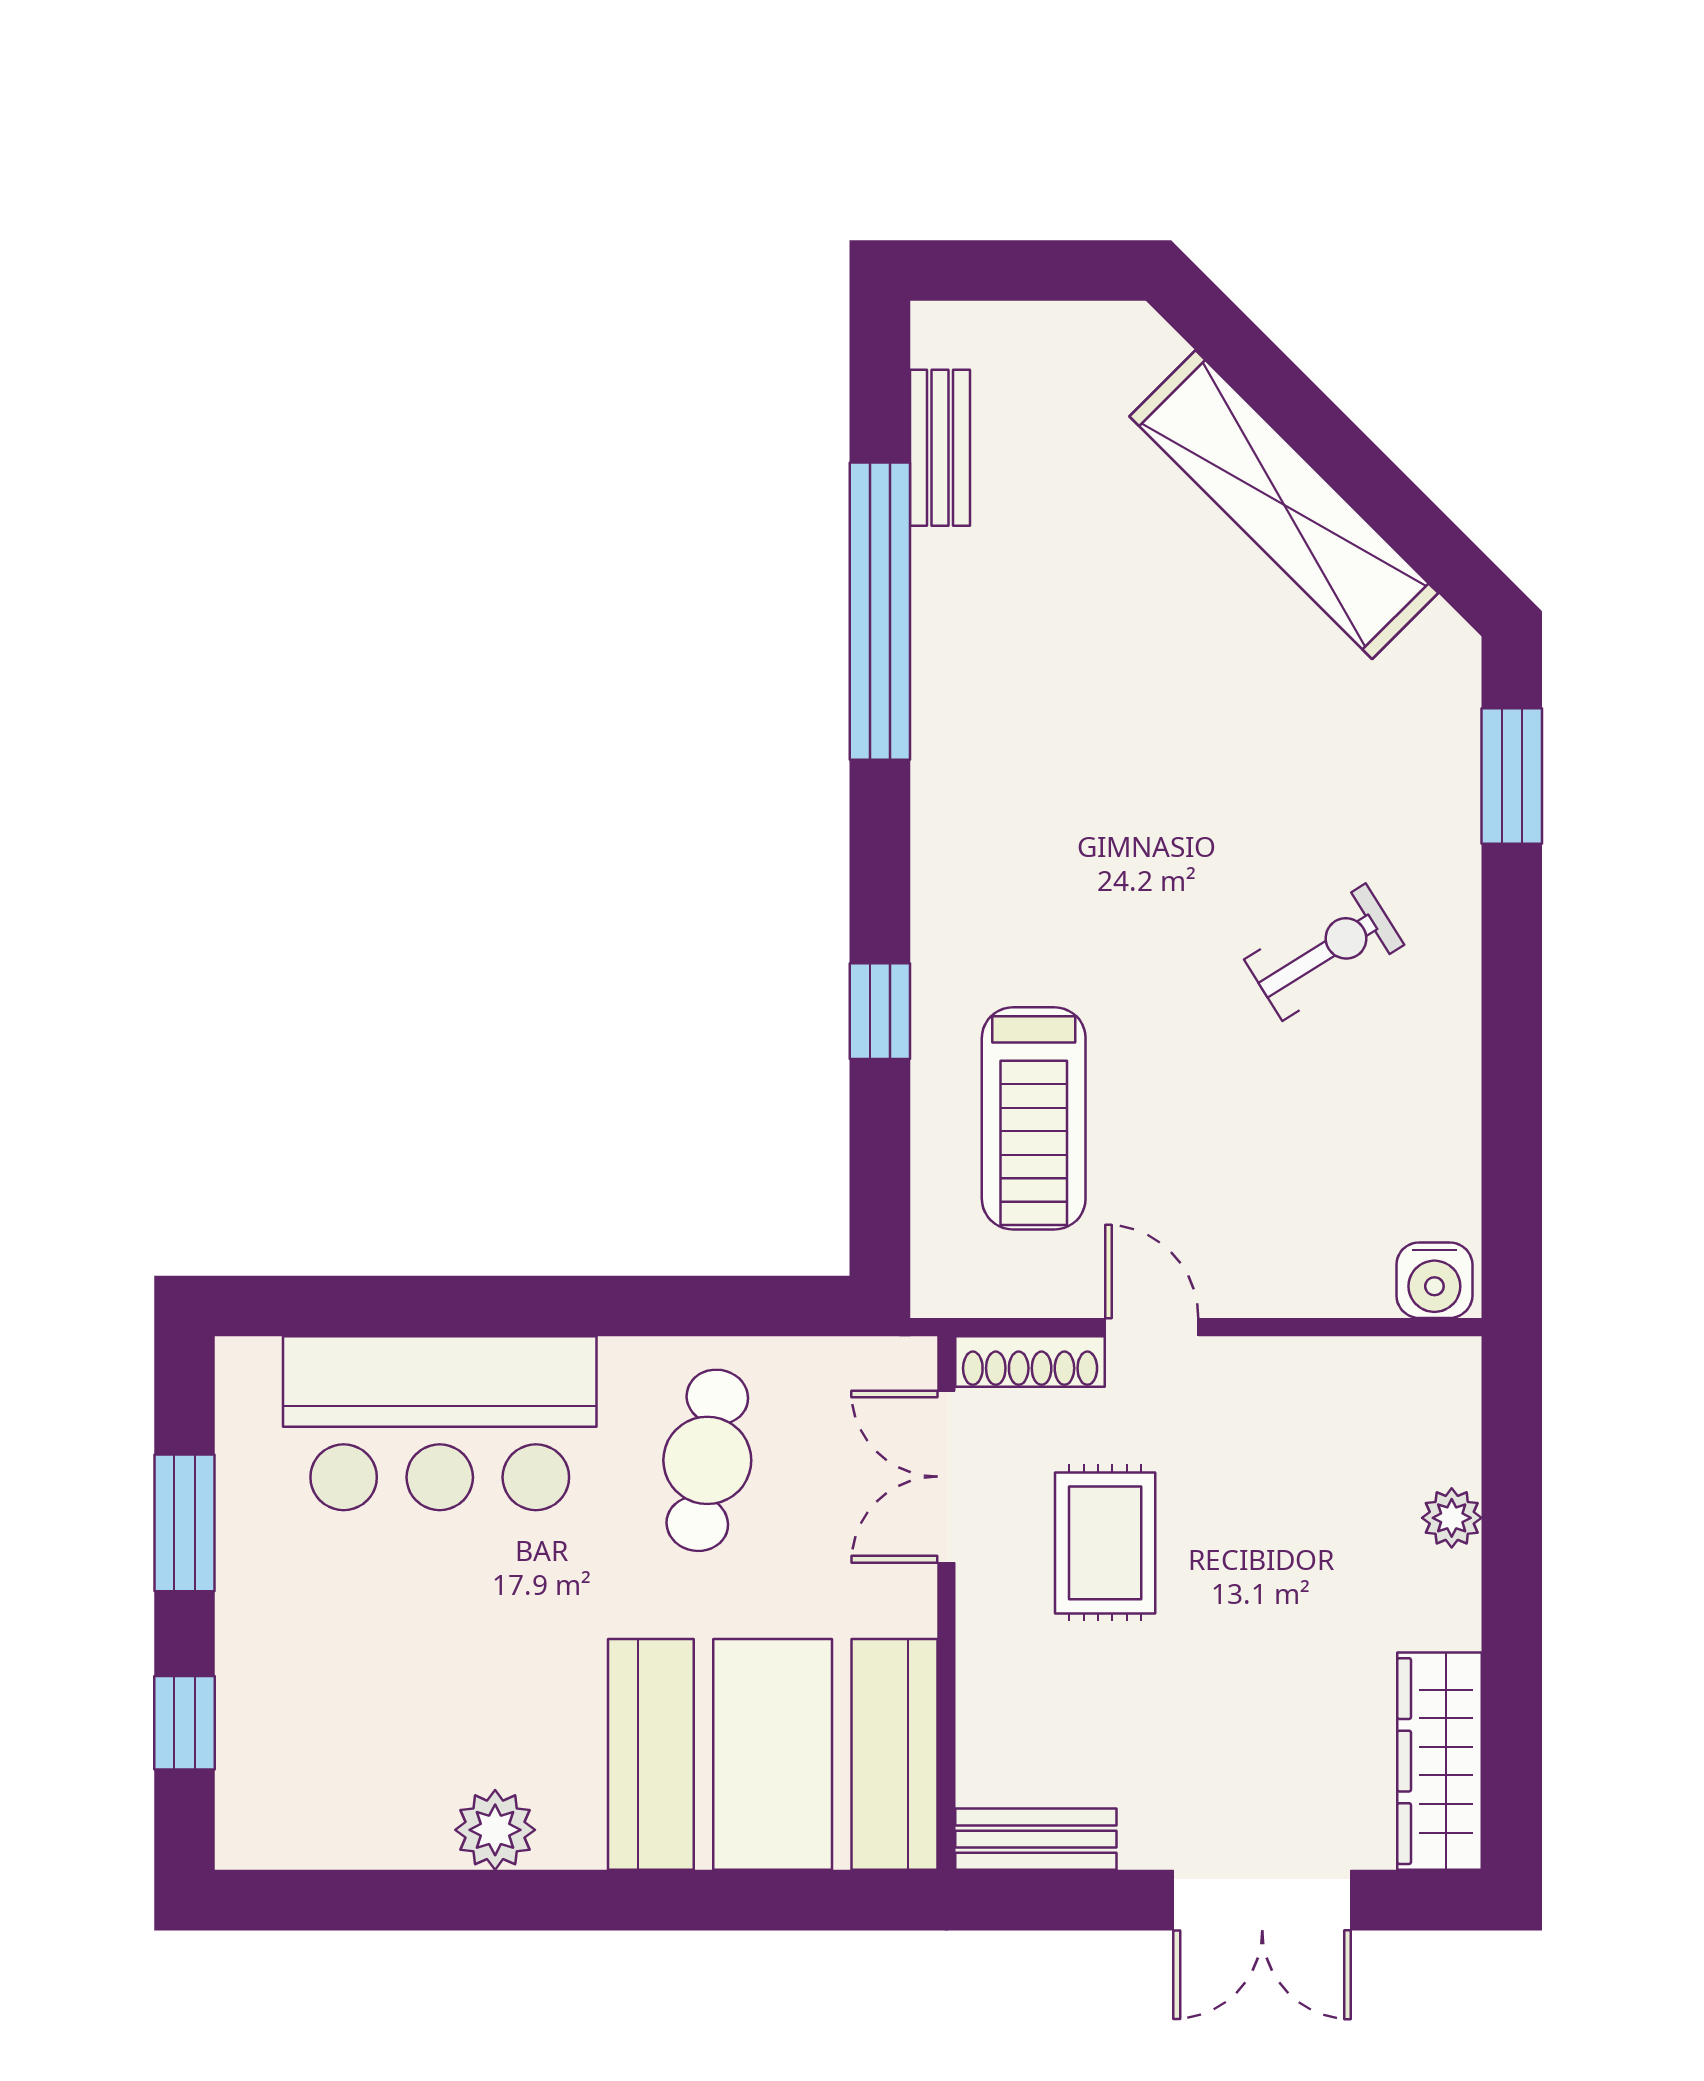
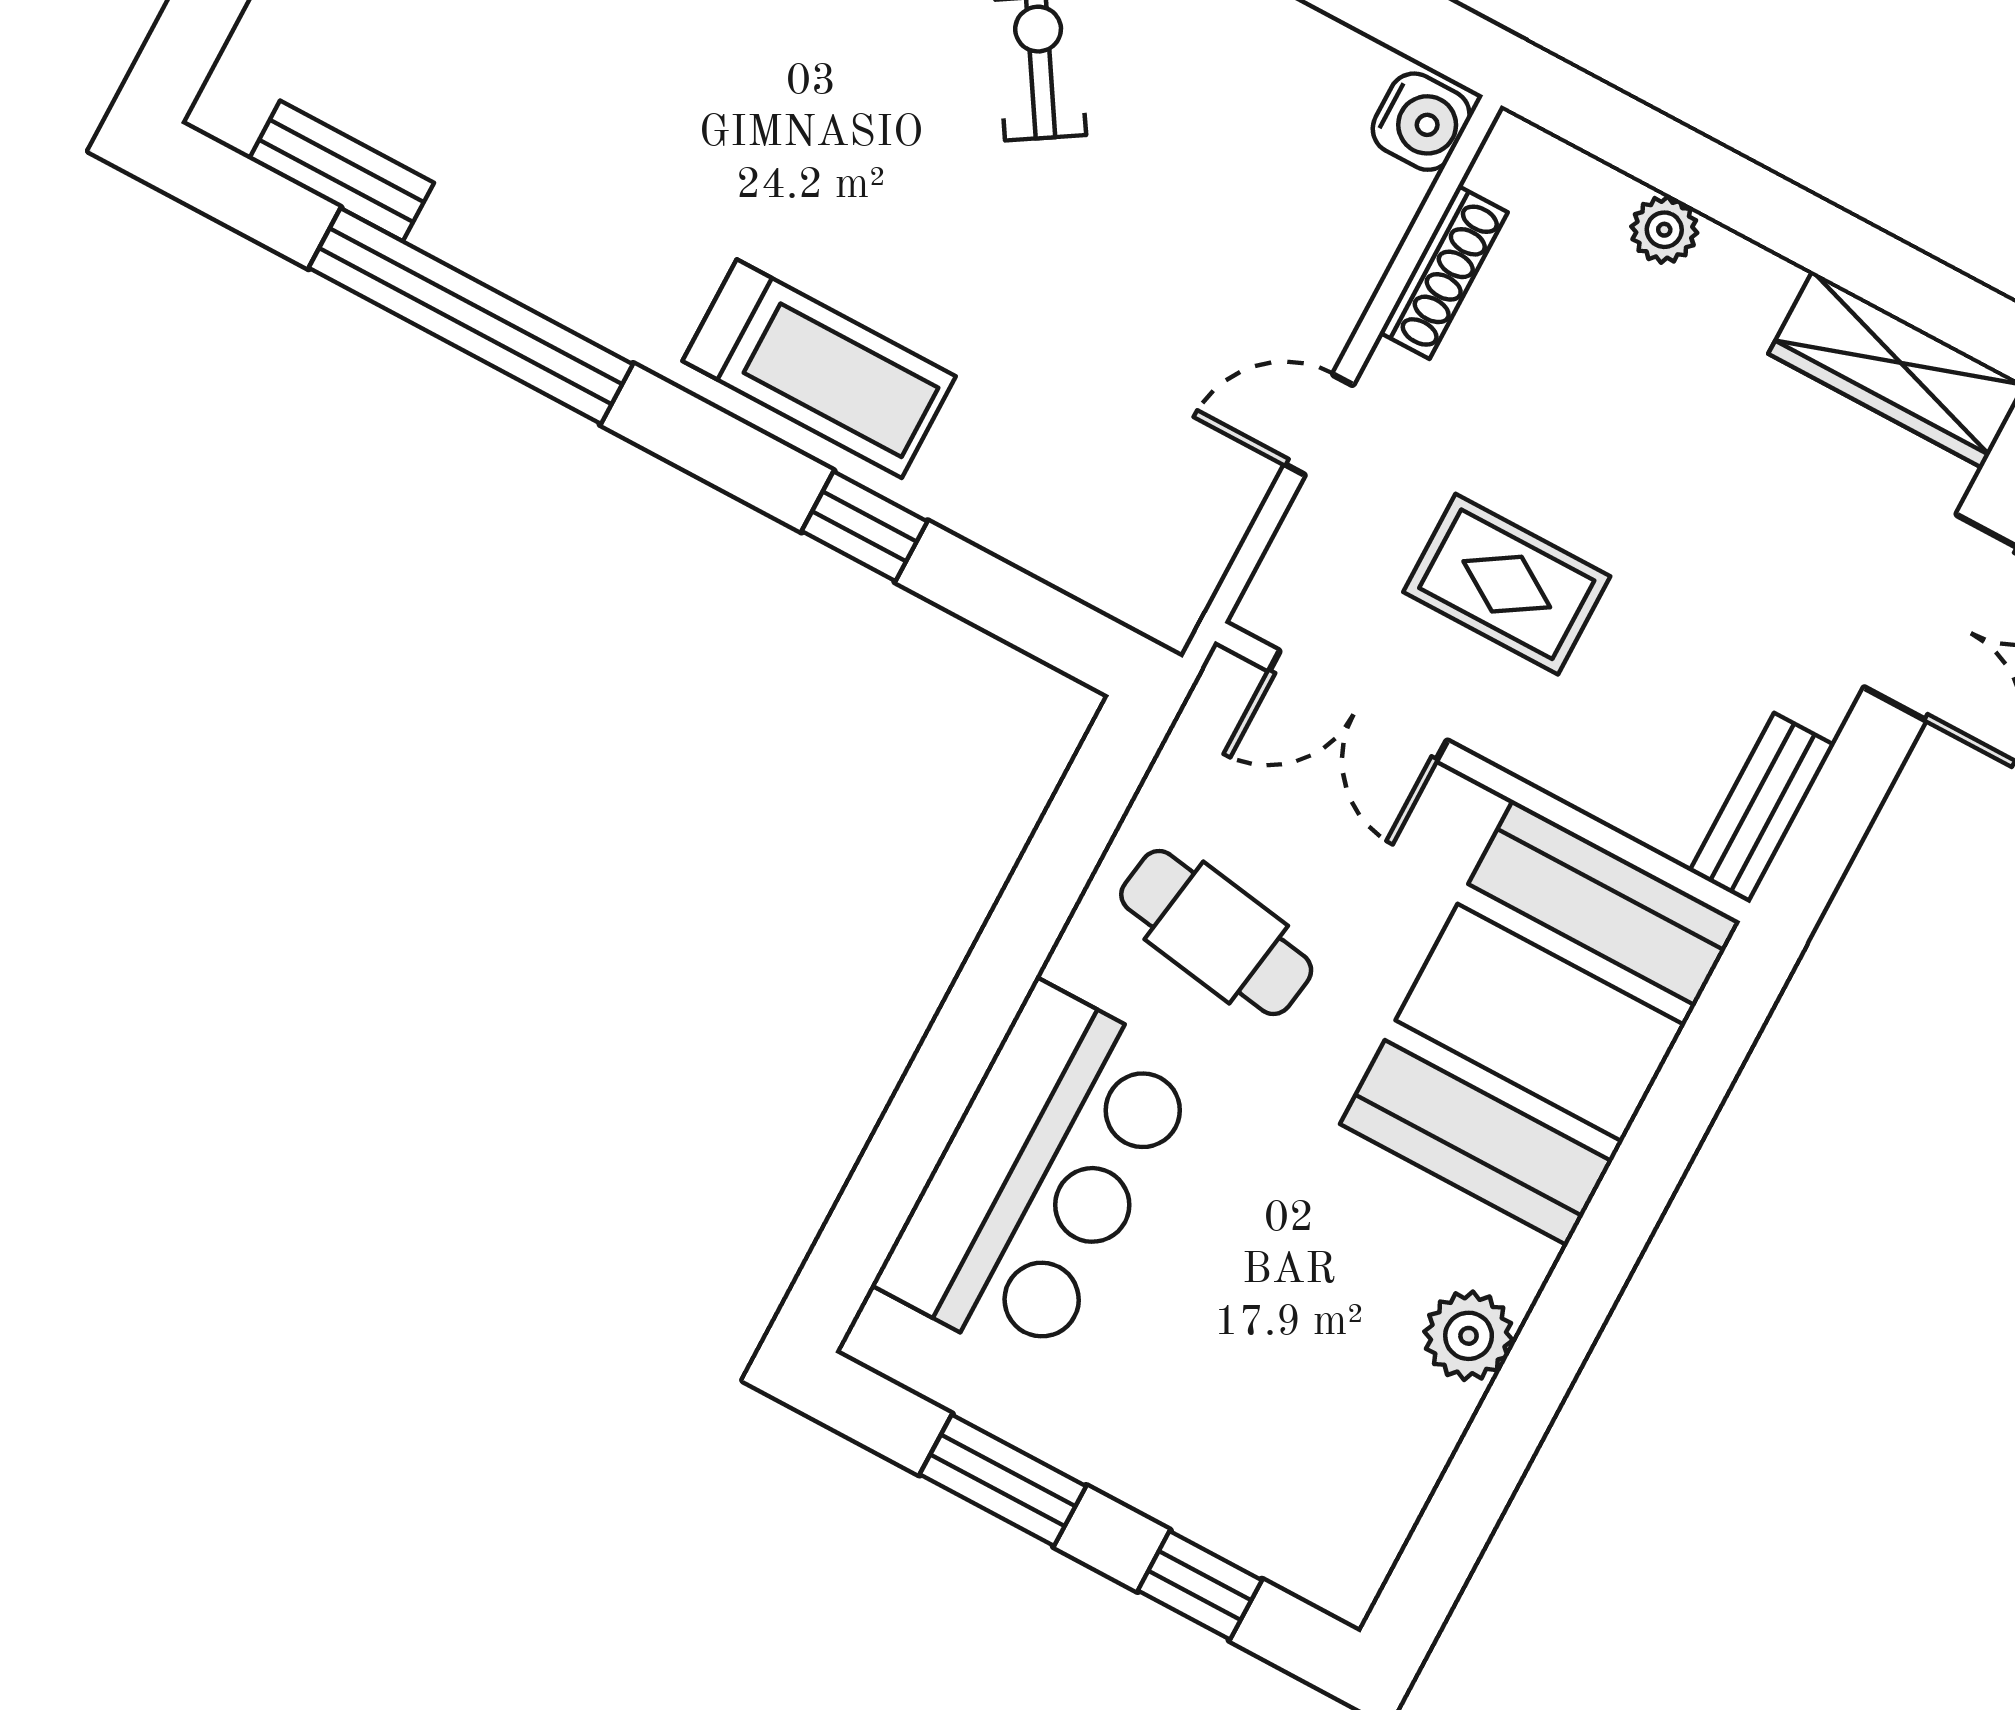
treadmill: (1034, 1118) -> (819, 369), moved
shoe rack: (1030, 1362) -> (1444, 272), moved

